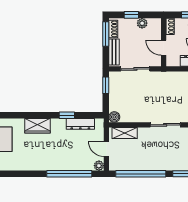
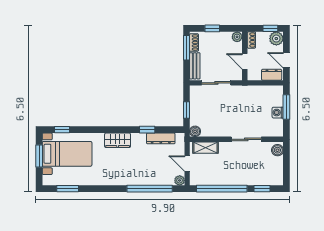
plant: (142, 23) -> (237, 37), moved
window: (106, 85) -> (186, 110), moved

